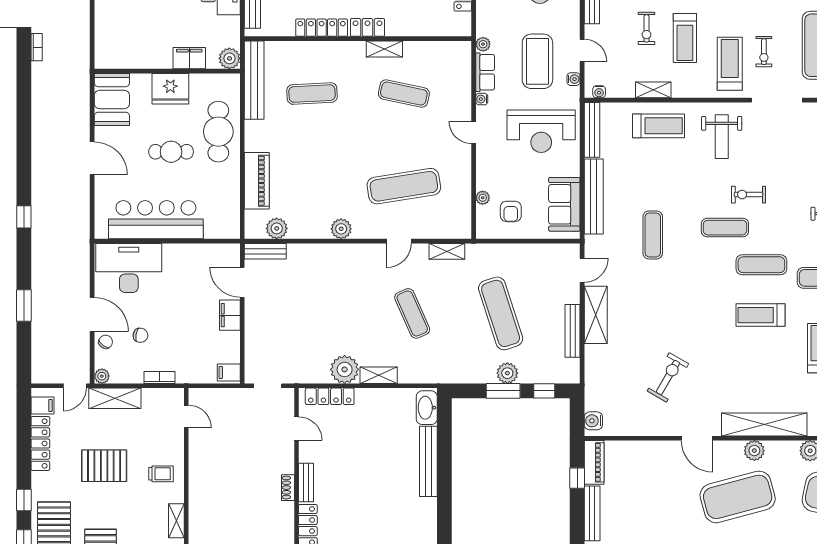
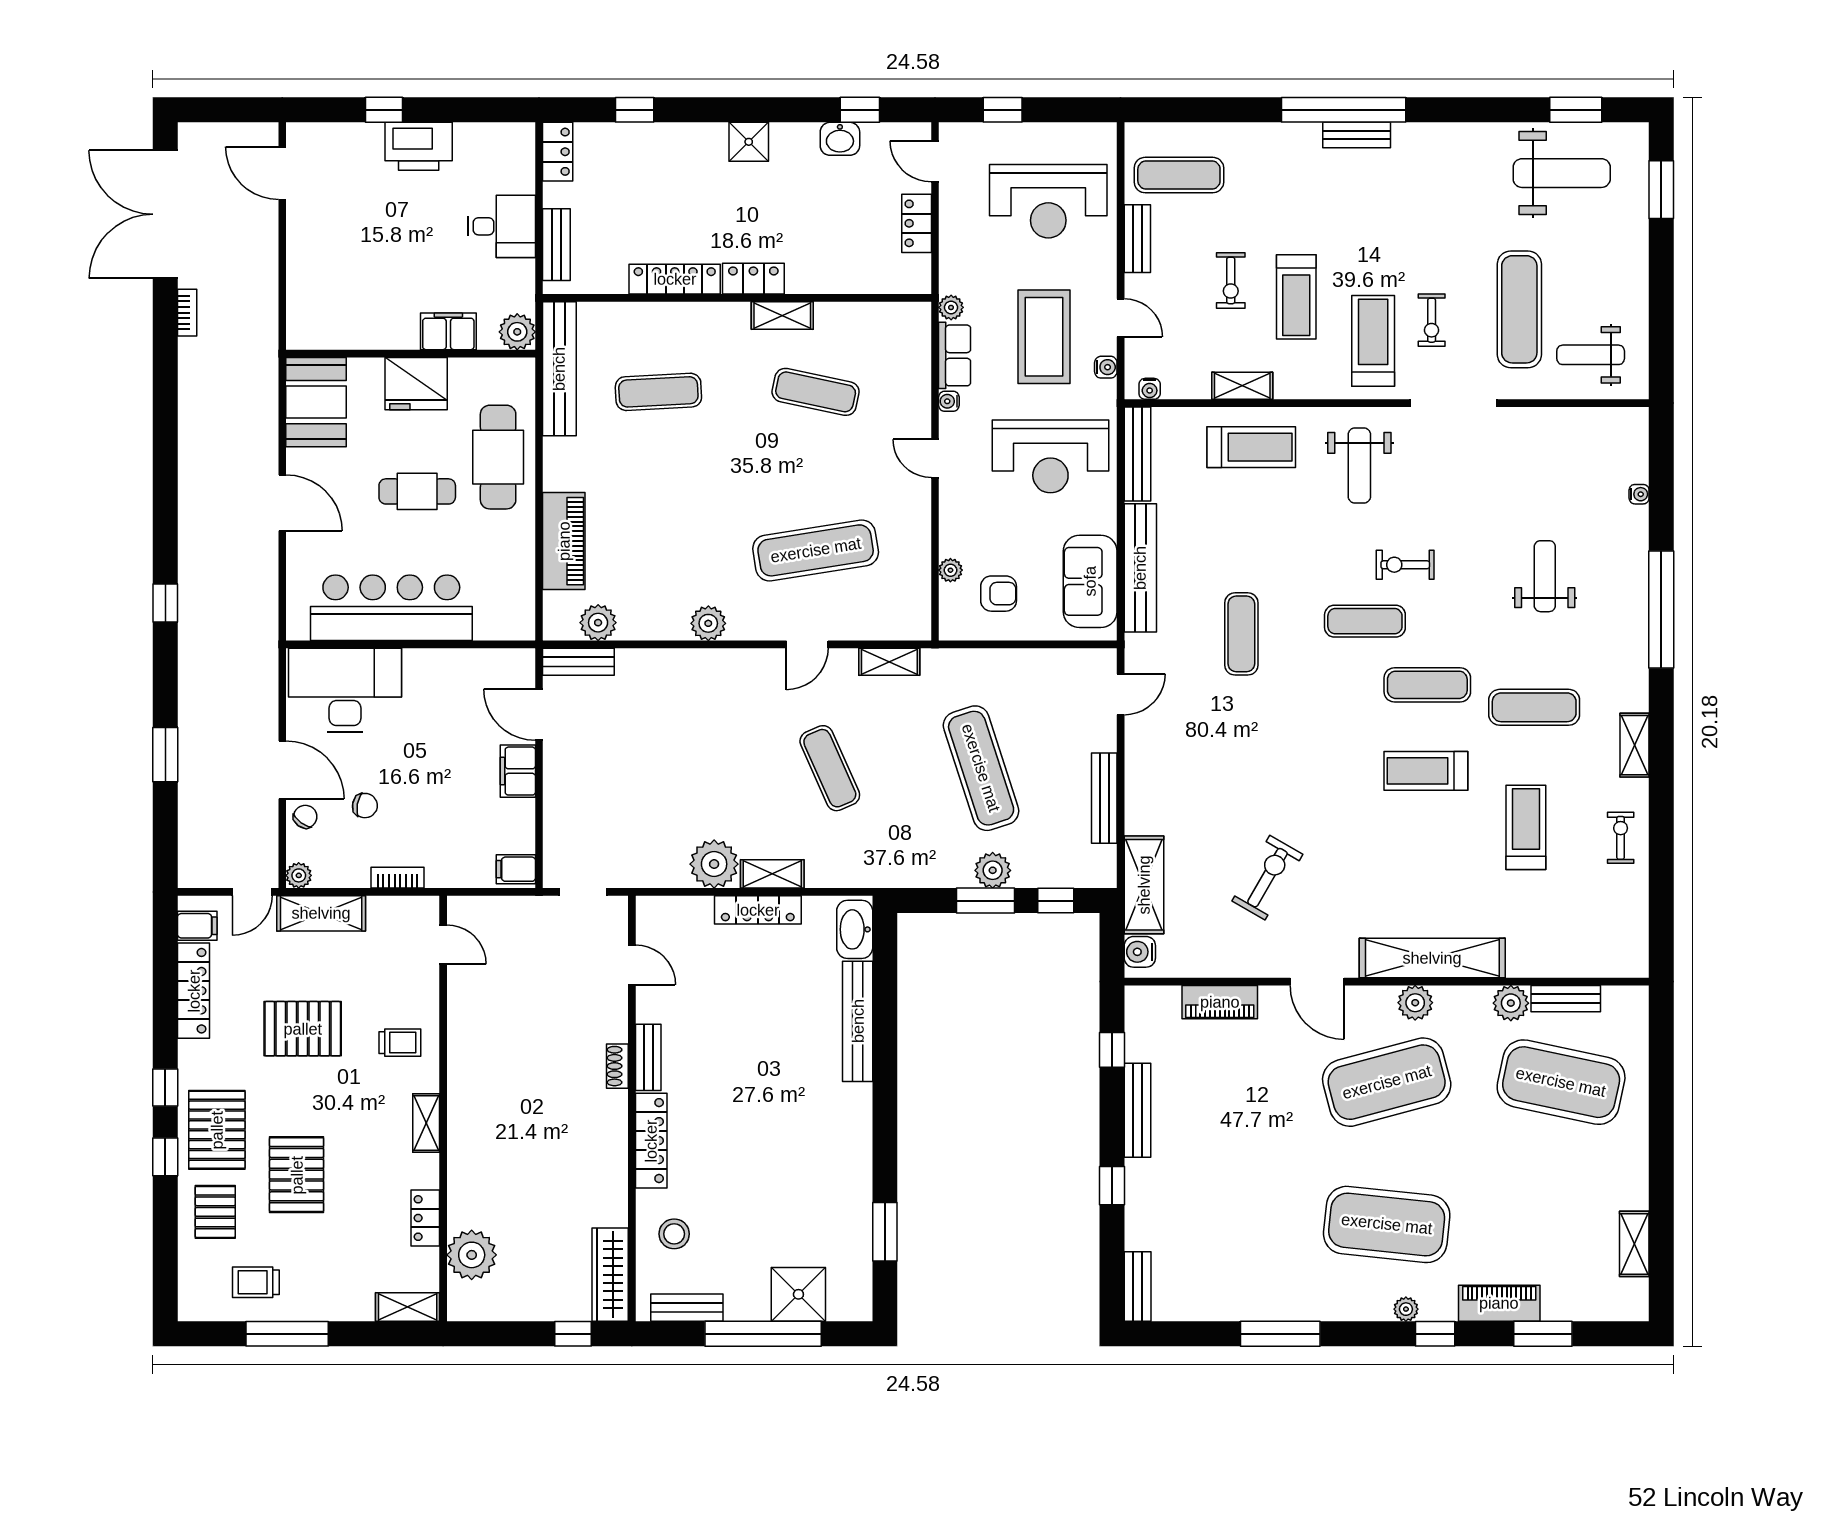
armchair: (511, 211) -> (999, 594), turned -90
shelving: (596, 315) -> (1144, 885), moved
locker: (330, 396) -> (758, 910), moved
piano: (594, 462) -> (1220, 1002), moved, turned 90

